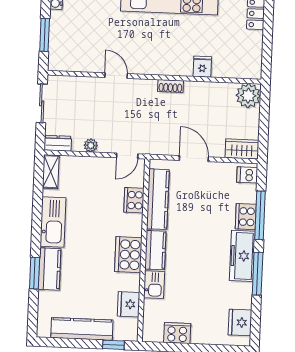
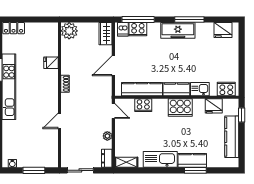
window: (260, 215) -> (138, 19), moved
cooker: (246, 217) -> (138, 29), moved
cooker: (177, 333) -> (226, 89), moved, turned 90

